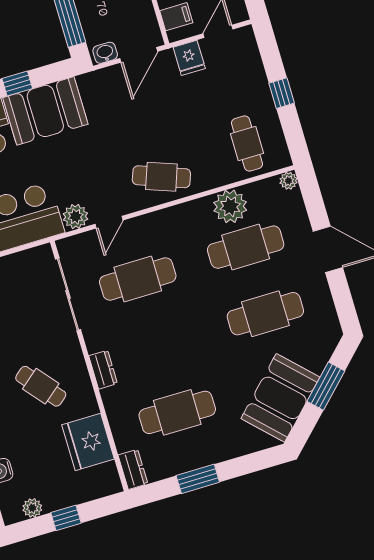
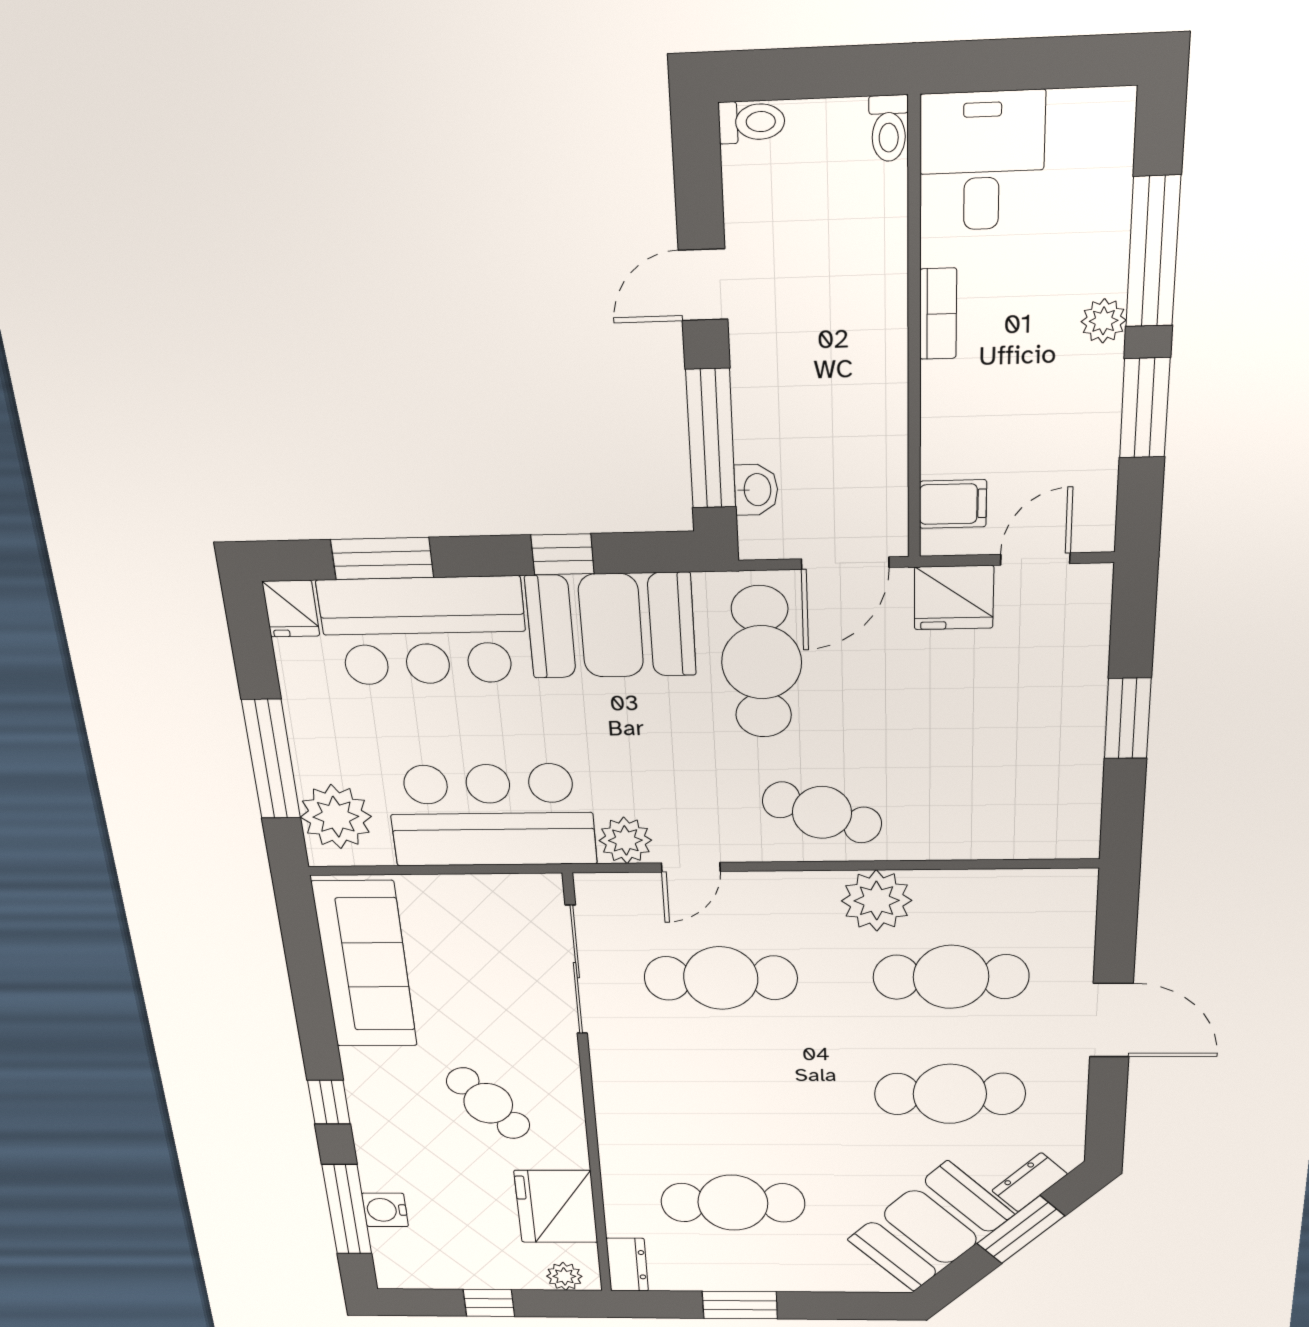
washbasin: (105, 53) -> (756, 490), moved, turned 90
fridge: (189, 58) -> (954, 598), width x1.38
window: (282, 93) -> (1128, 718), width x1.50
cafe table: (247, 144) -> (762, 662), moved, width x1.37, depth x1.35
plant: (289, 181) -> (1079, 884), removed
plant: (230, 206) -> (877, 901), moved
dresser: (103, 370) -> (1030, 1182), moved, turned -135
plant: (32, 508) -> (564, 1276), moved

